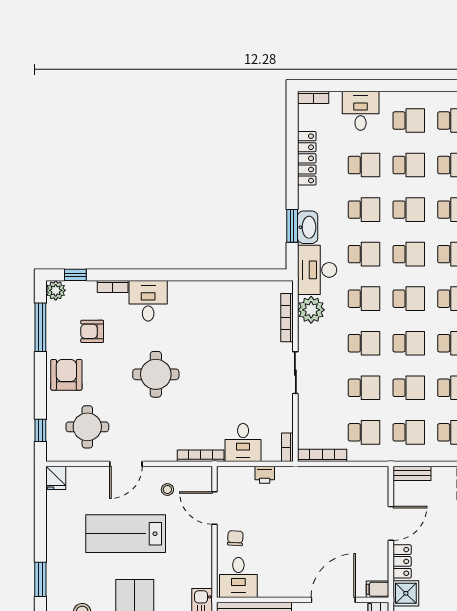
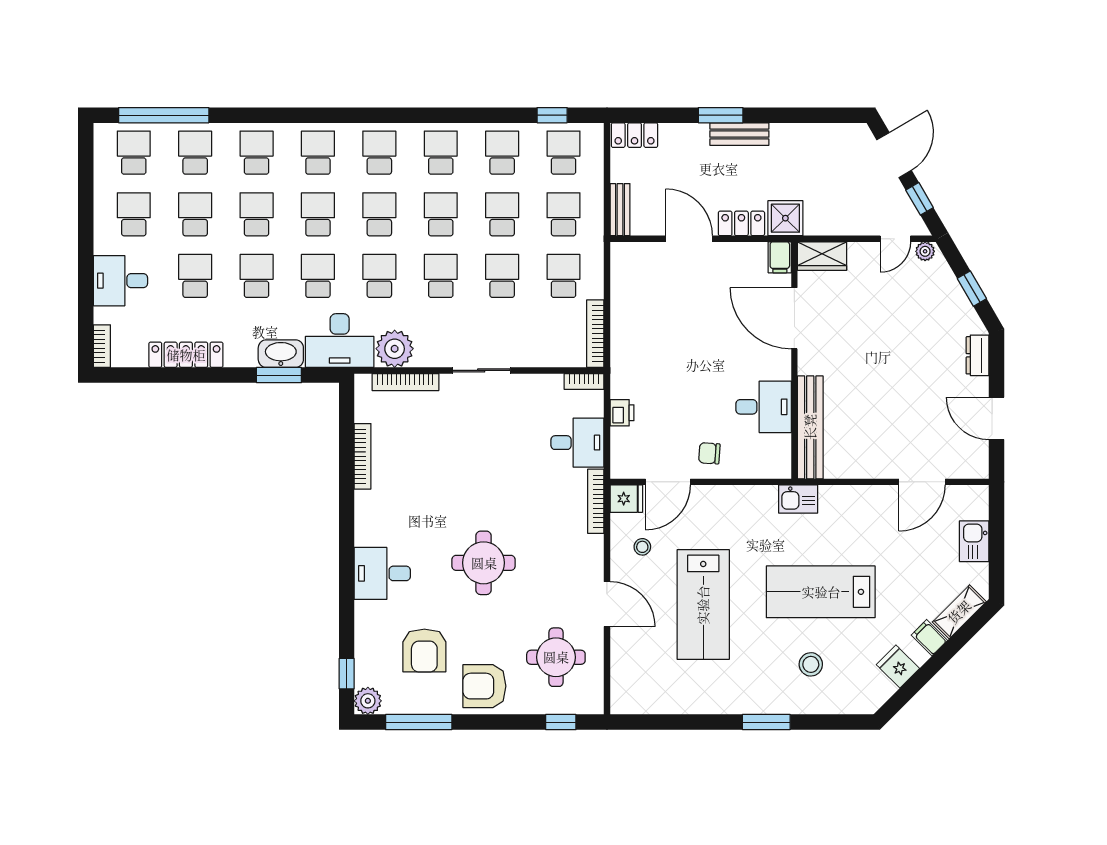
bookcase: (113, 287) -> (363, 456), moved, width x1.56
armchair: (92, 331) -> (424, 651), width x1.38, depth x1.38
fridge: (56, 478) -> (626, 499), moved
desk: (238, 578) -> (764, 407), moved

